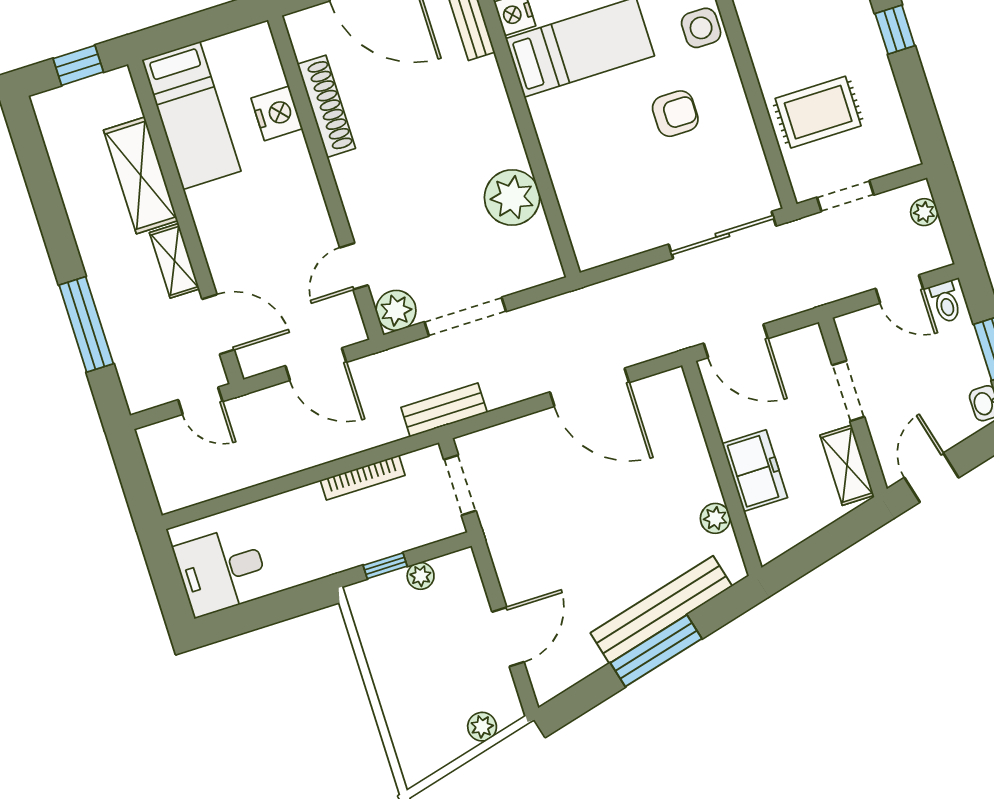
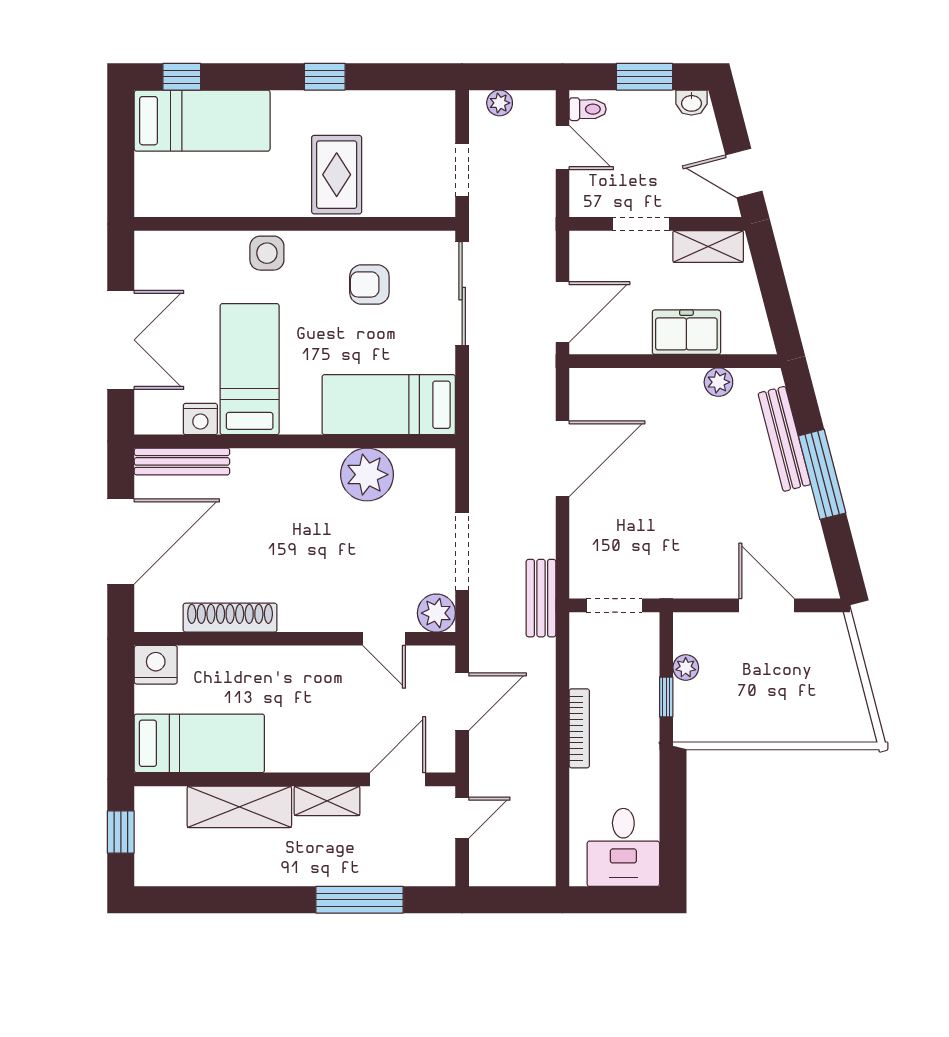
rug: (818, 112) -> (337, 175), moved
nightstand: (277, 113) -> (156, 665), moved
armchair: (675, 114) -> (369, 284), moved, turned -90
bed: (589, 197) -> (389, 405), added
door: (900, 289) -> (562, 148), hinge flipped
bookcase: (363, 478) -> (579, 728), moved
bench: (661, 610) -> (784, 439), width x0.73, depth x0.82
plant: (482, 727) -> (841, 655), removed

